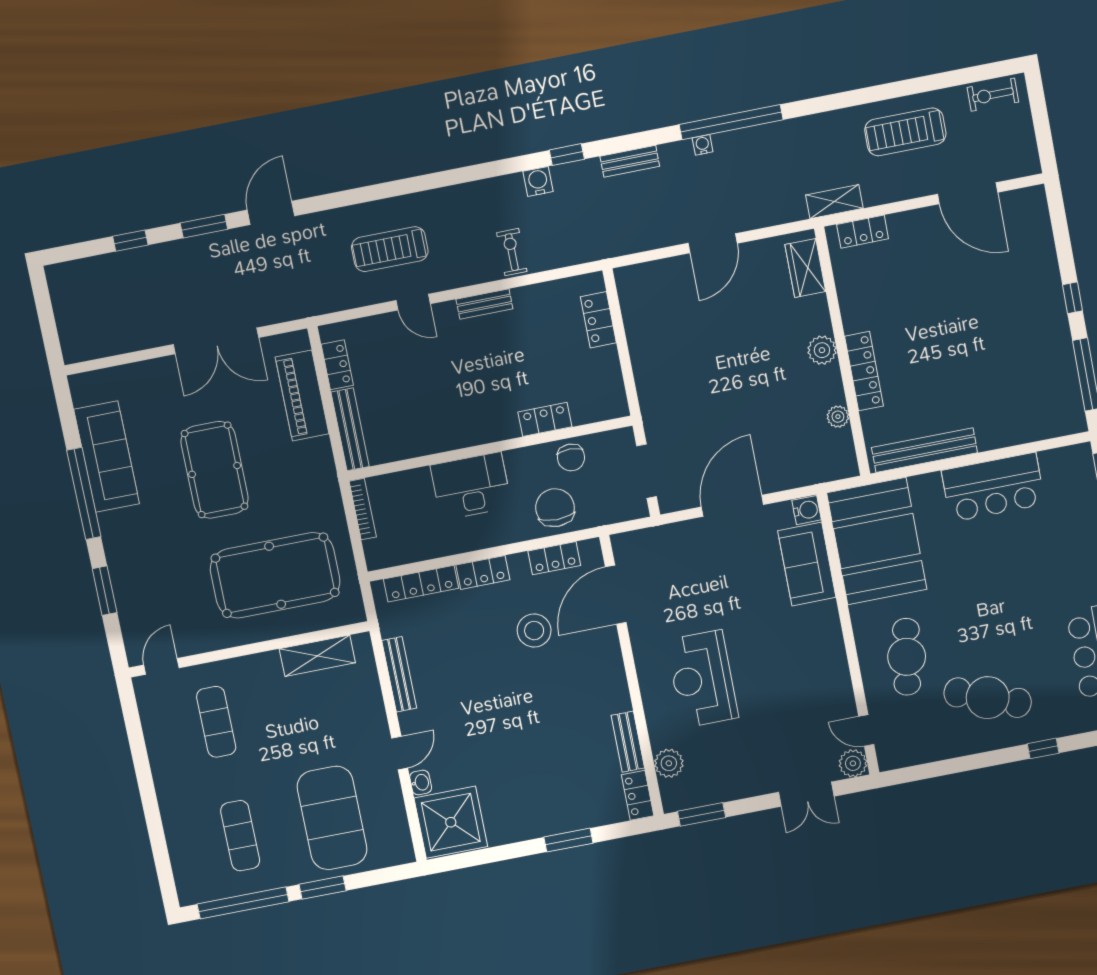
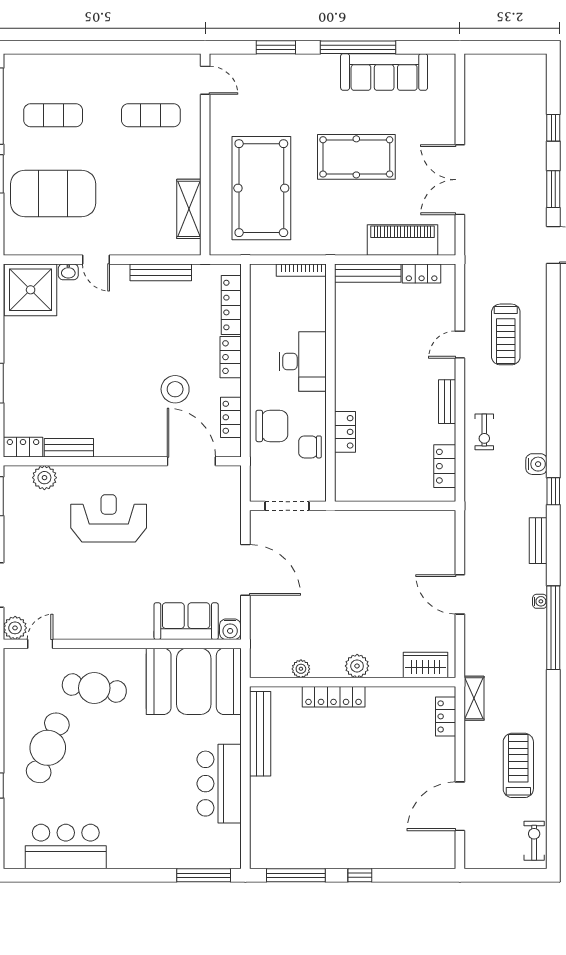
treadmill: (390, 249) -> (506, 334), turned 180
exercise bike: (512, 252) -> (484, 432), turned 90
locker: (598, 320) -> (445, 466), moved, turned -90

